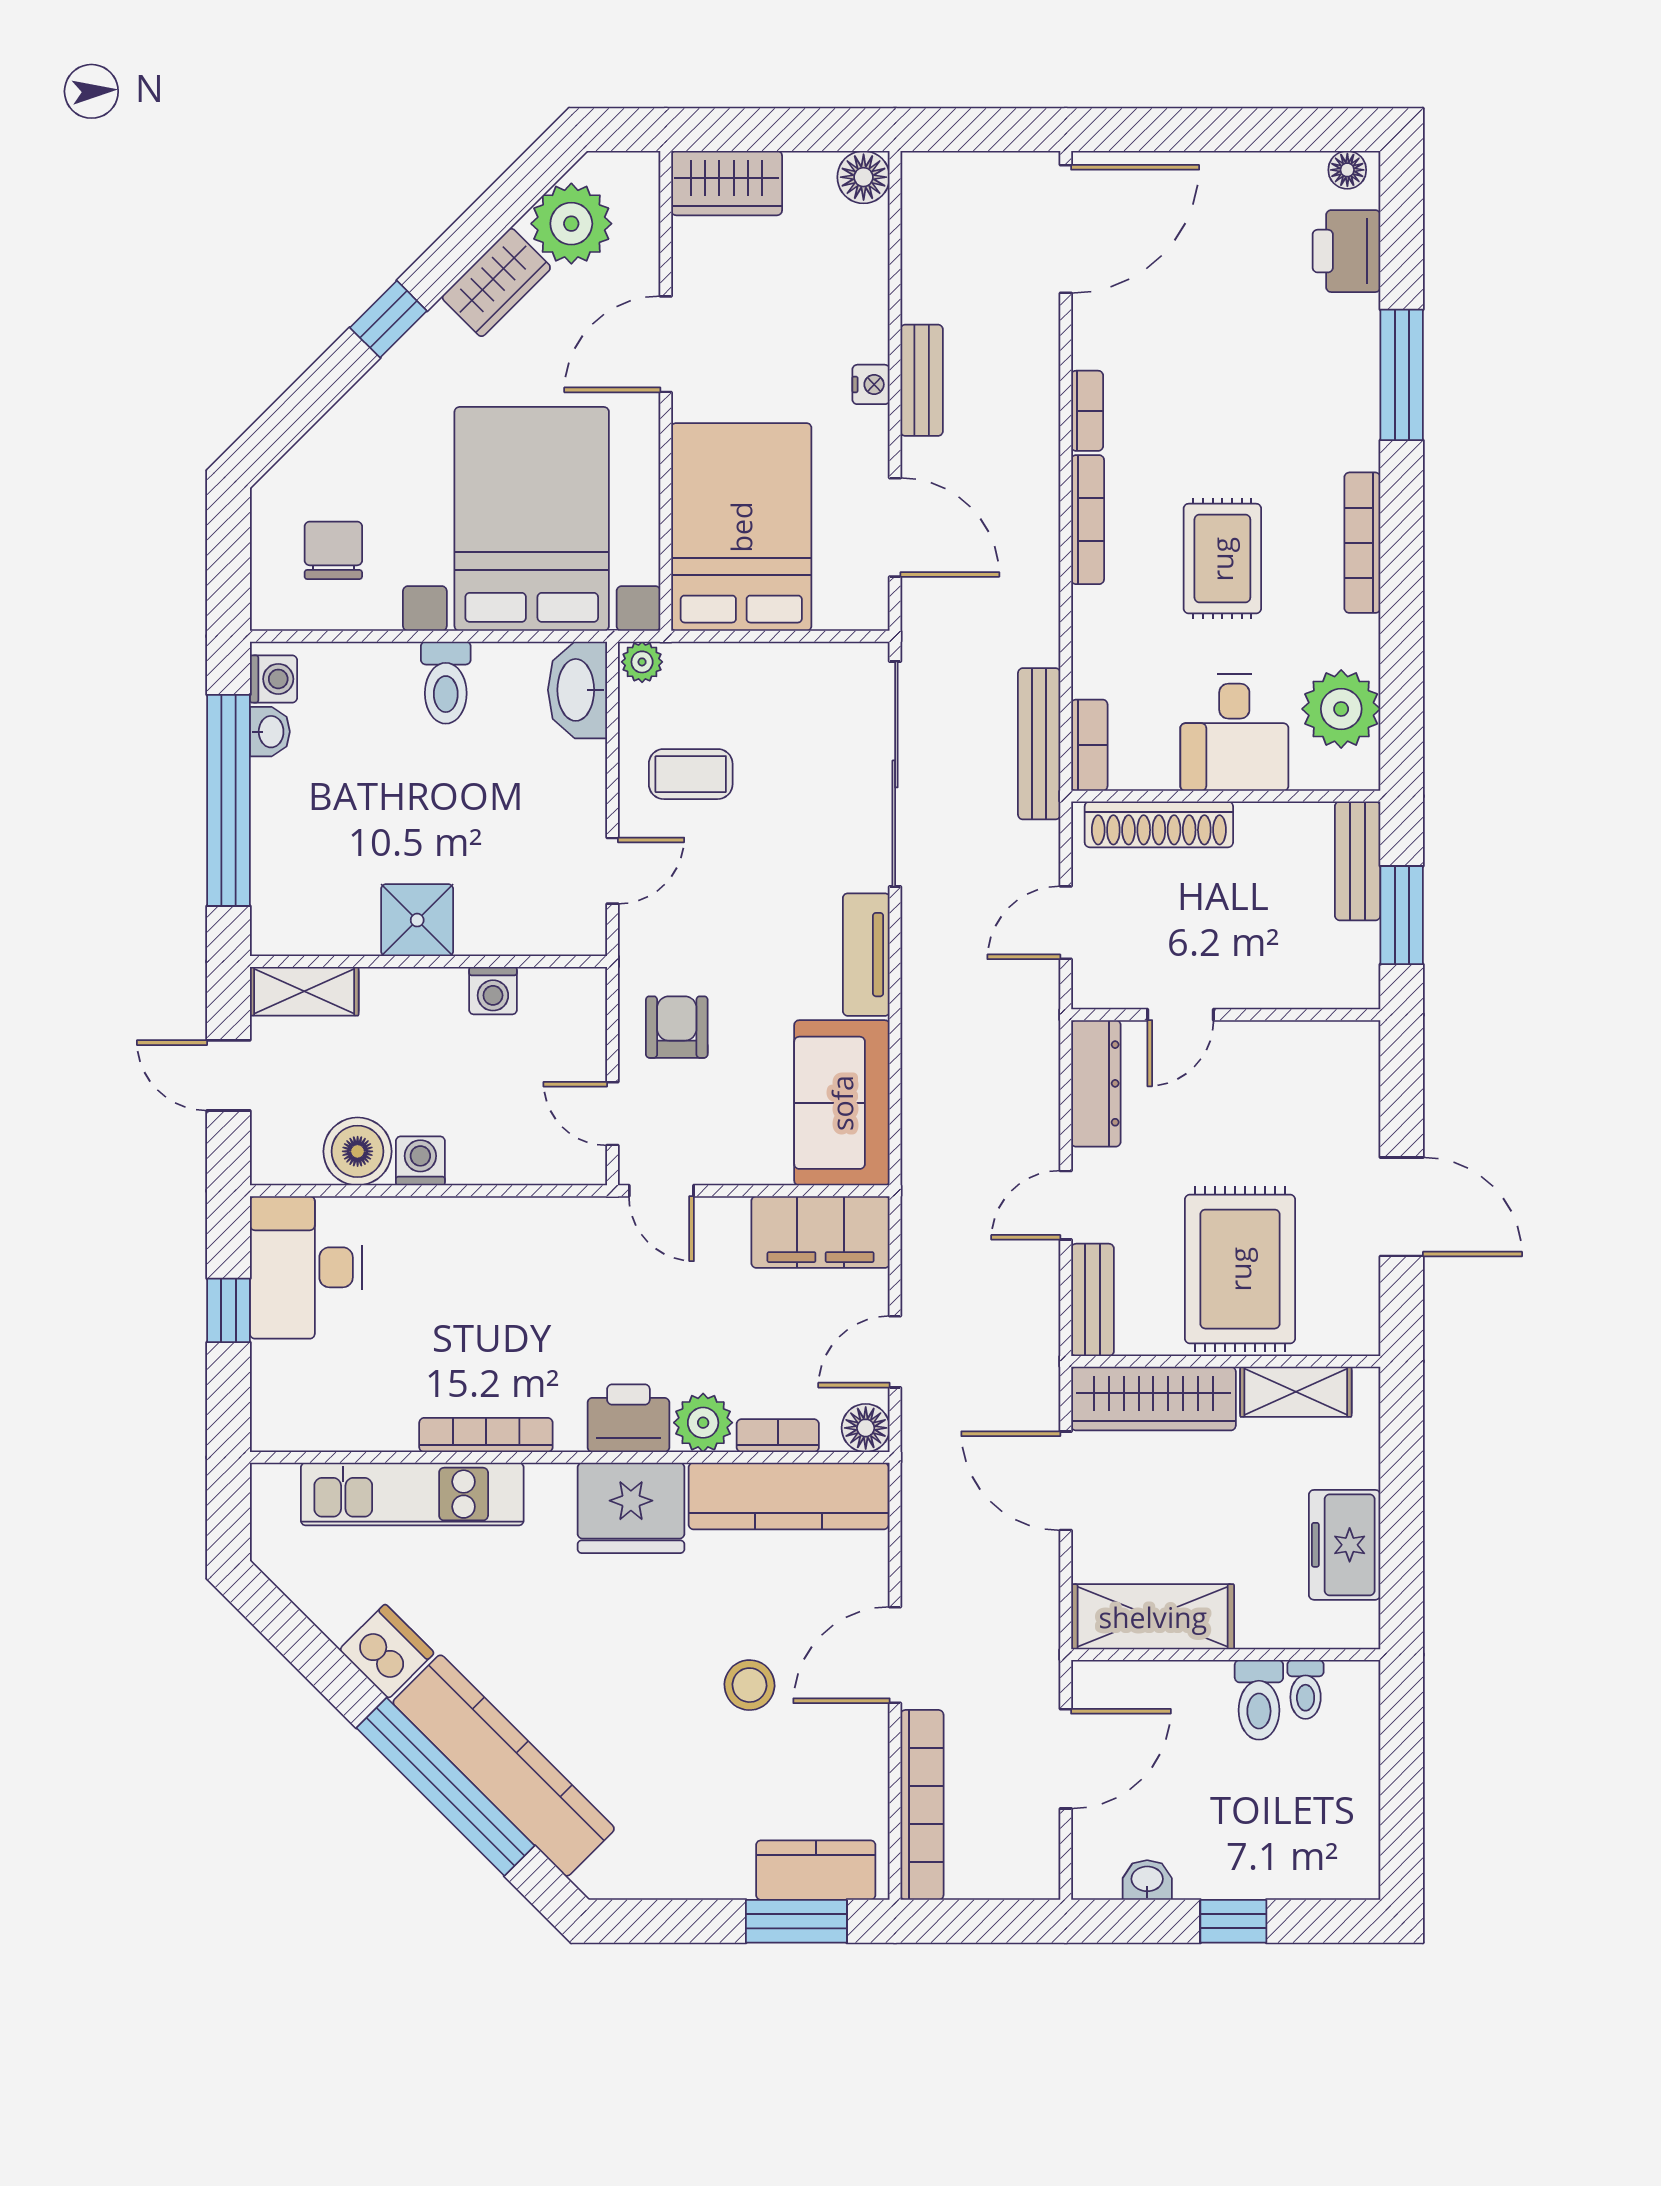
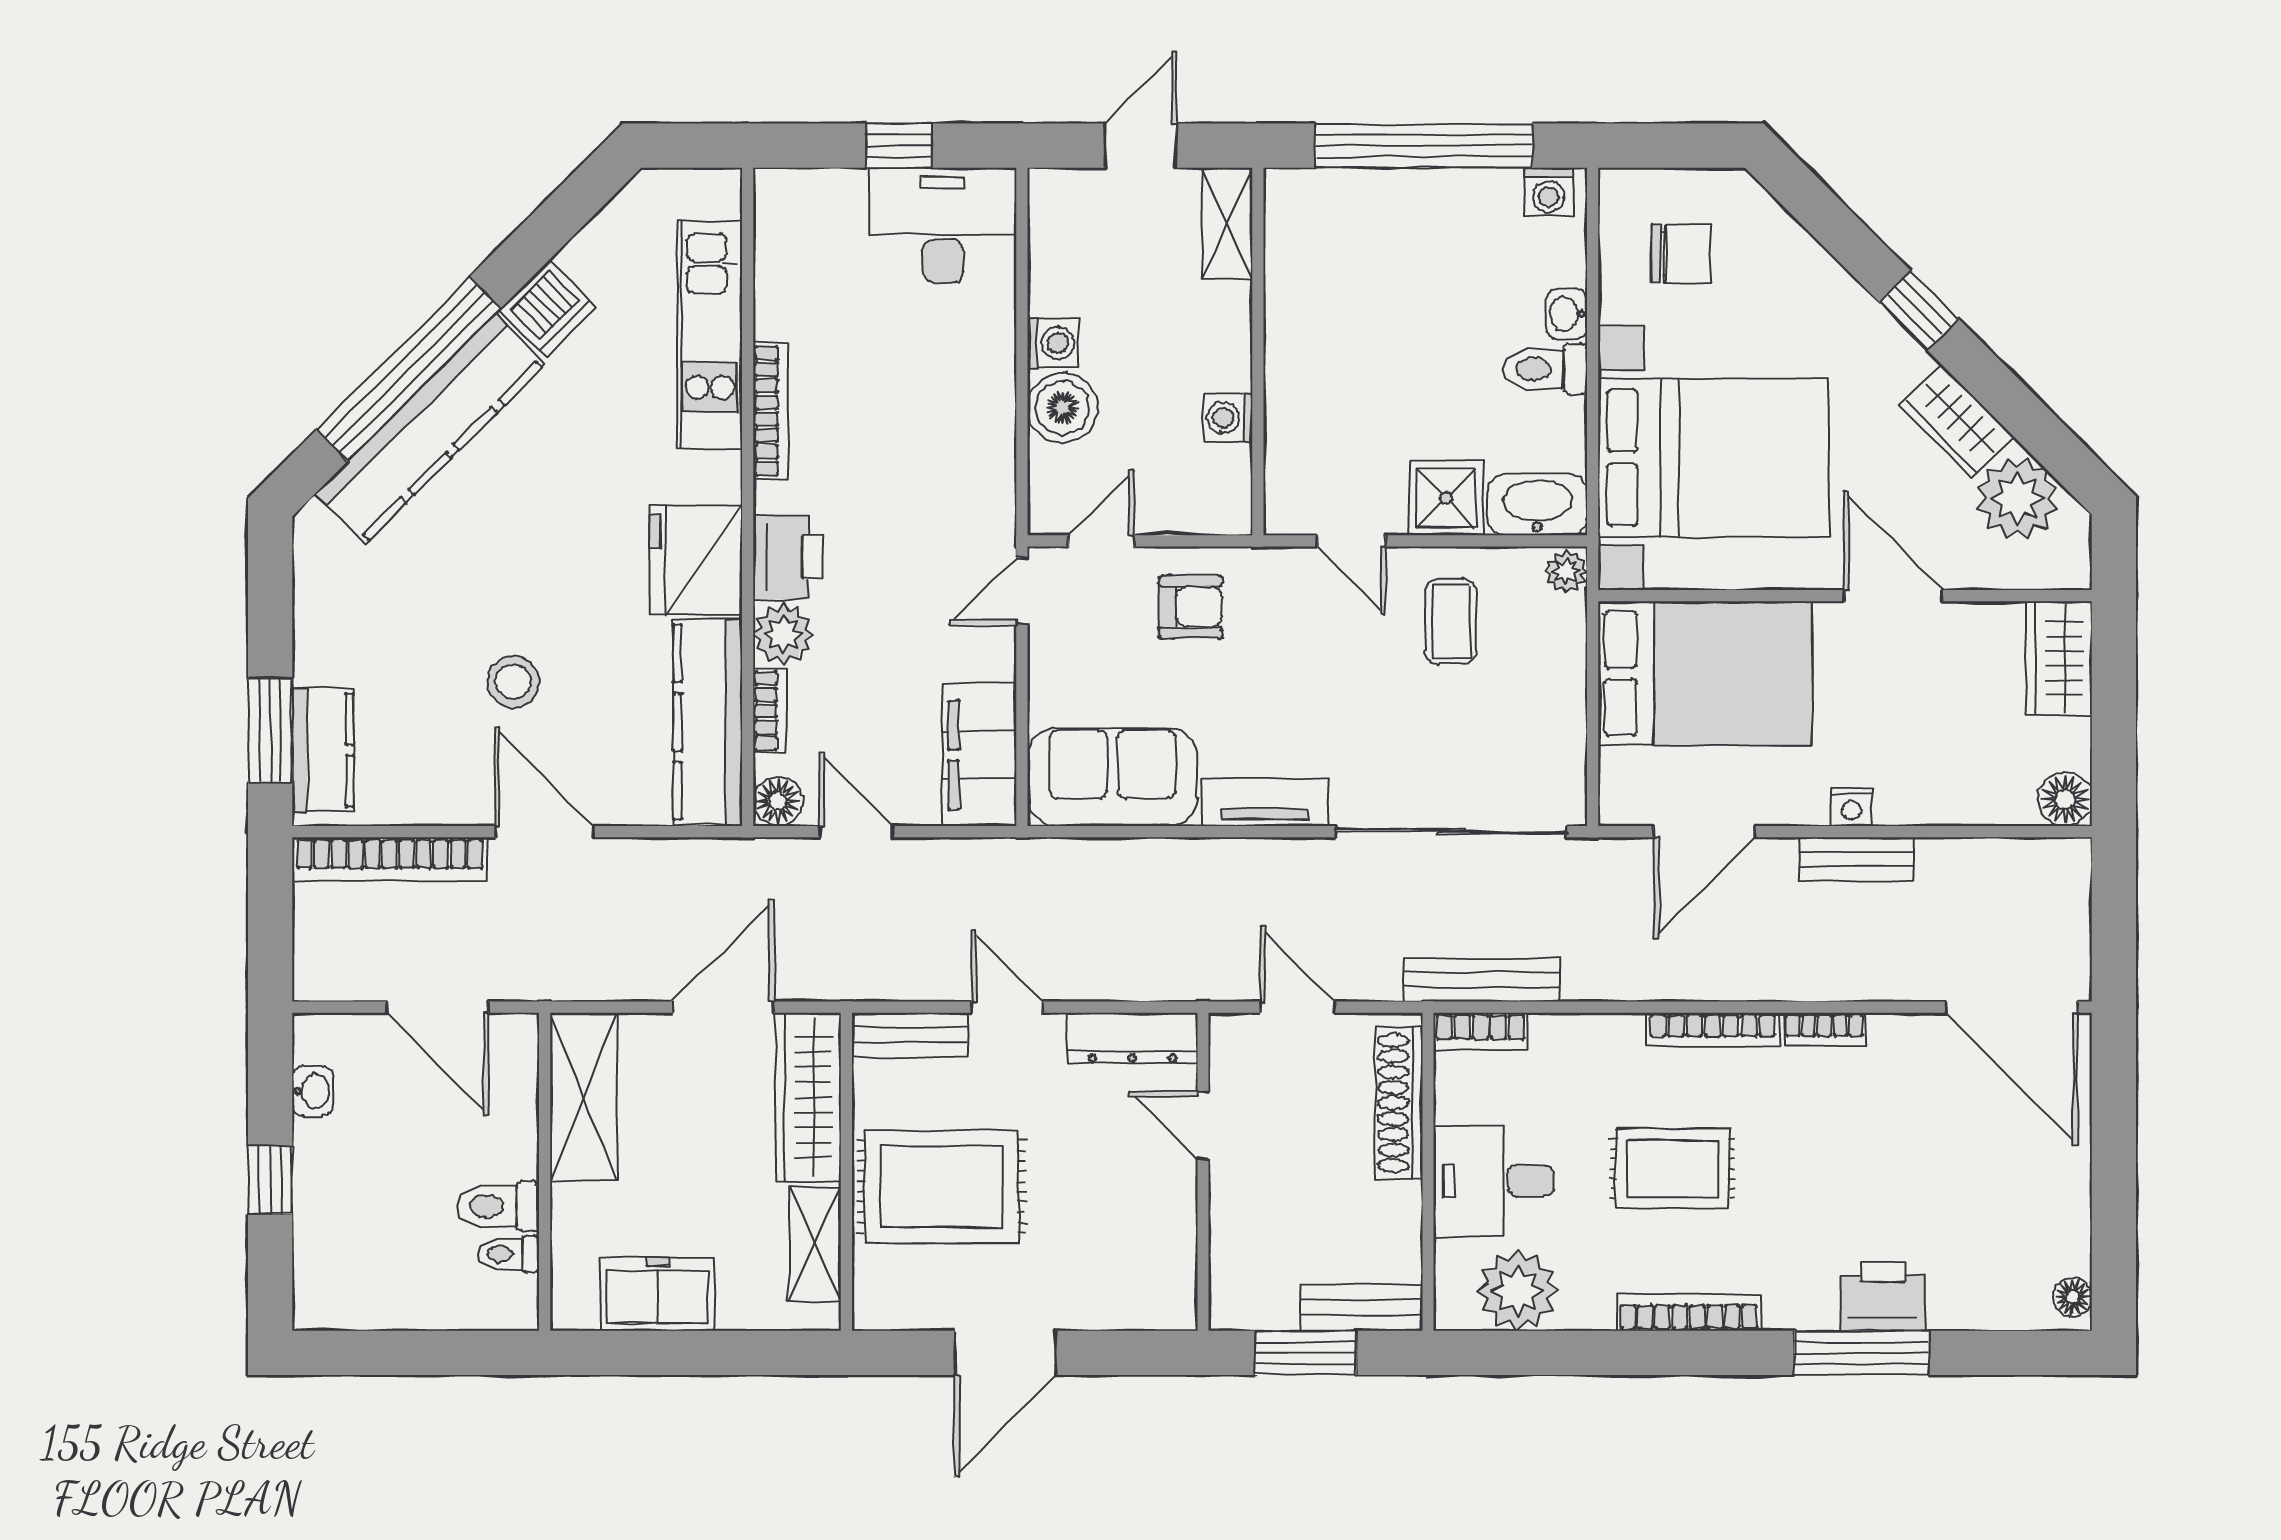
printer: (1346, 251) -> (1883, 1296), moved
washbasin: (270, 732) -> (1567, 314), moved, turned 90
shower: (417, 920) -> (1446, 498), moved
boiler: (358, 1151) -> (1062, 408), moved

